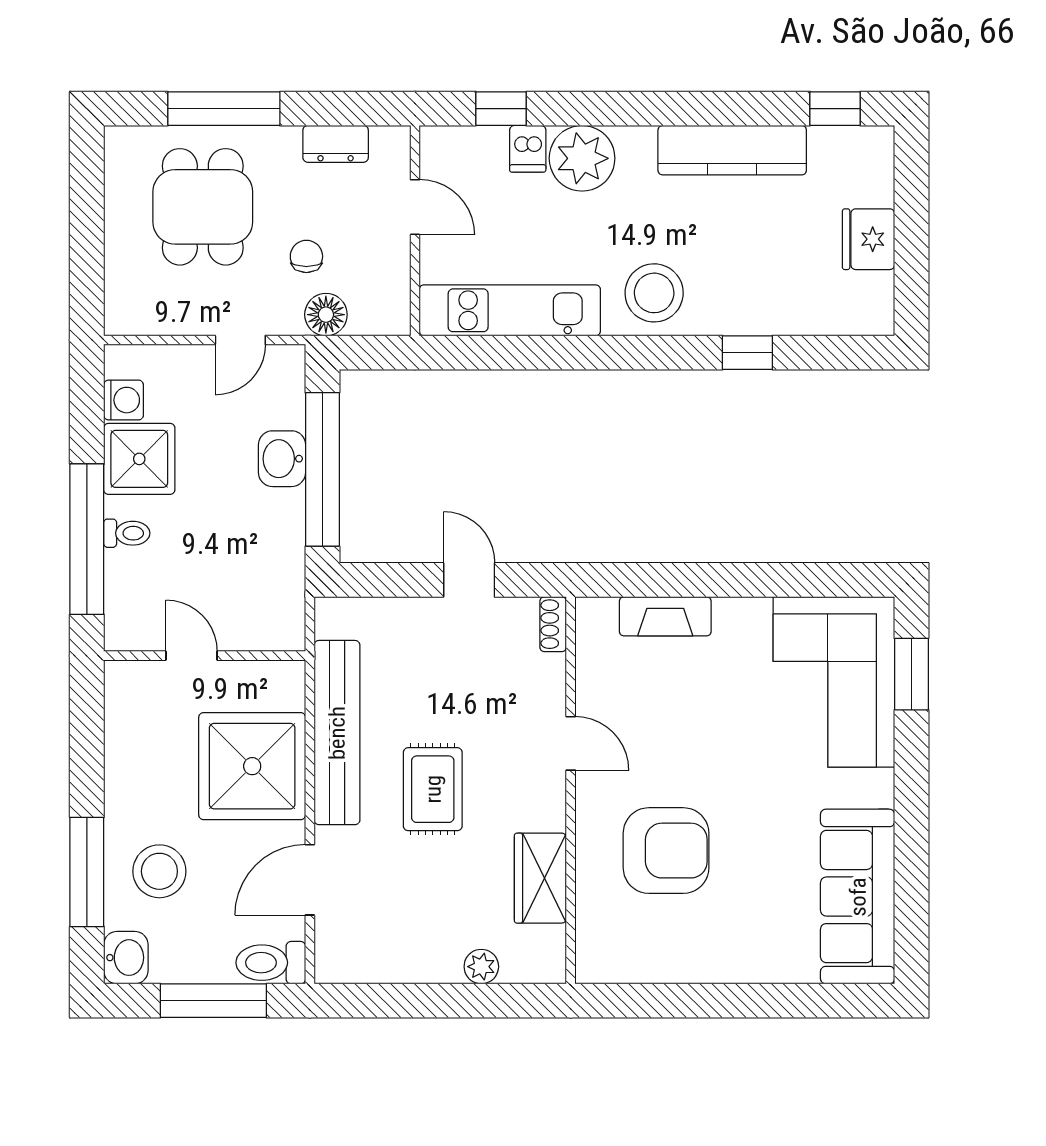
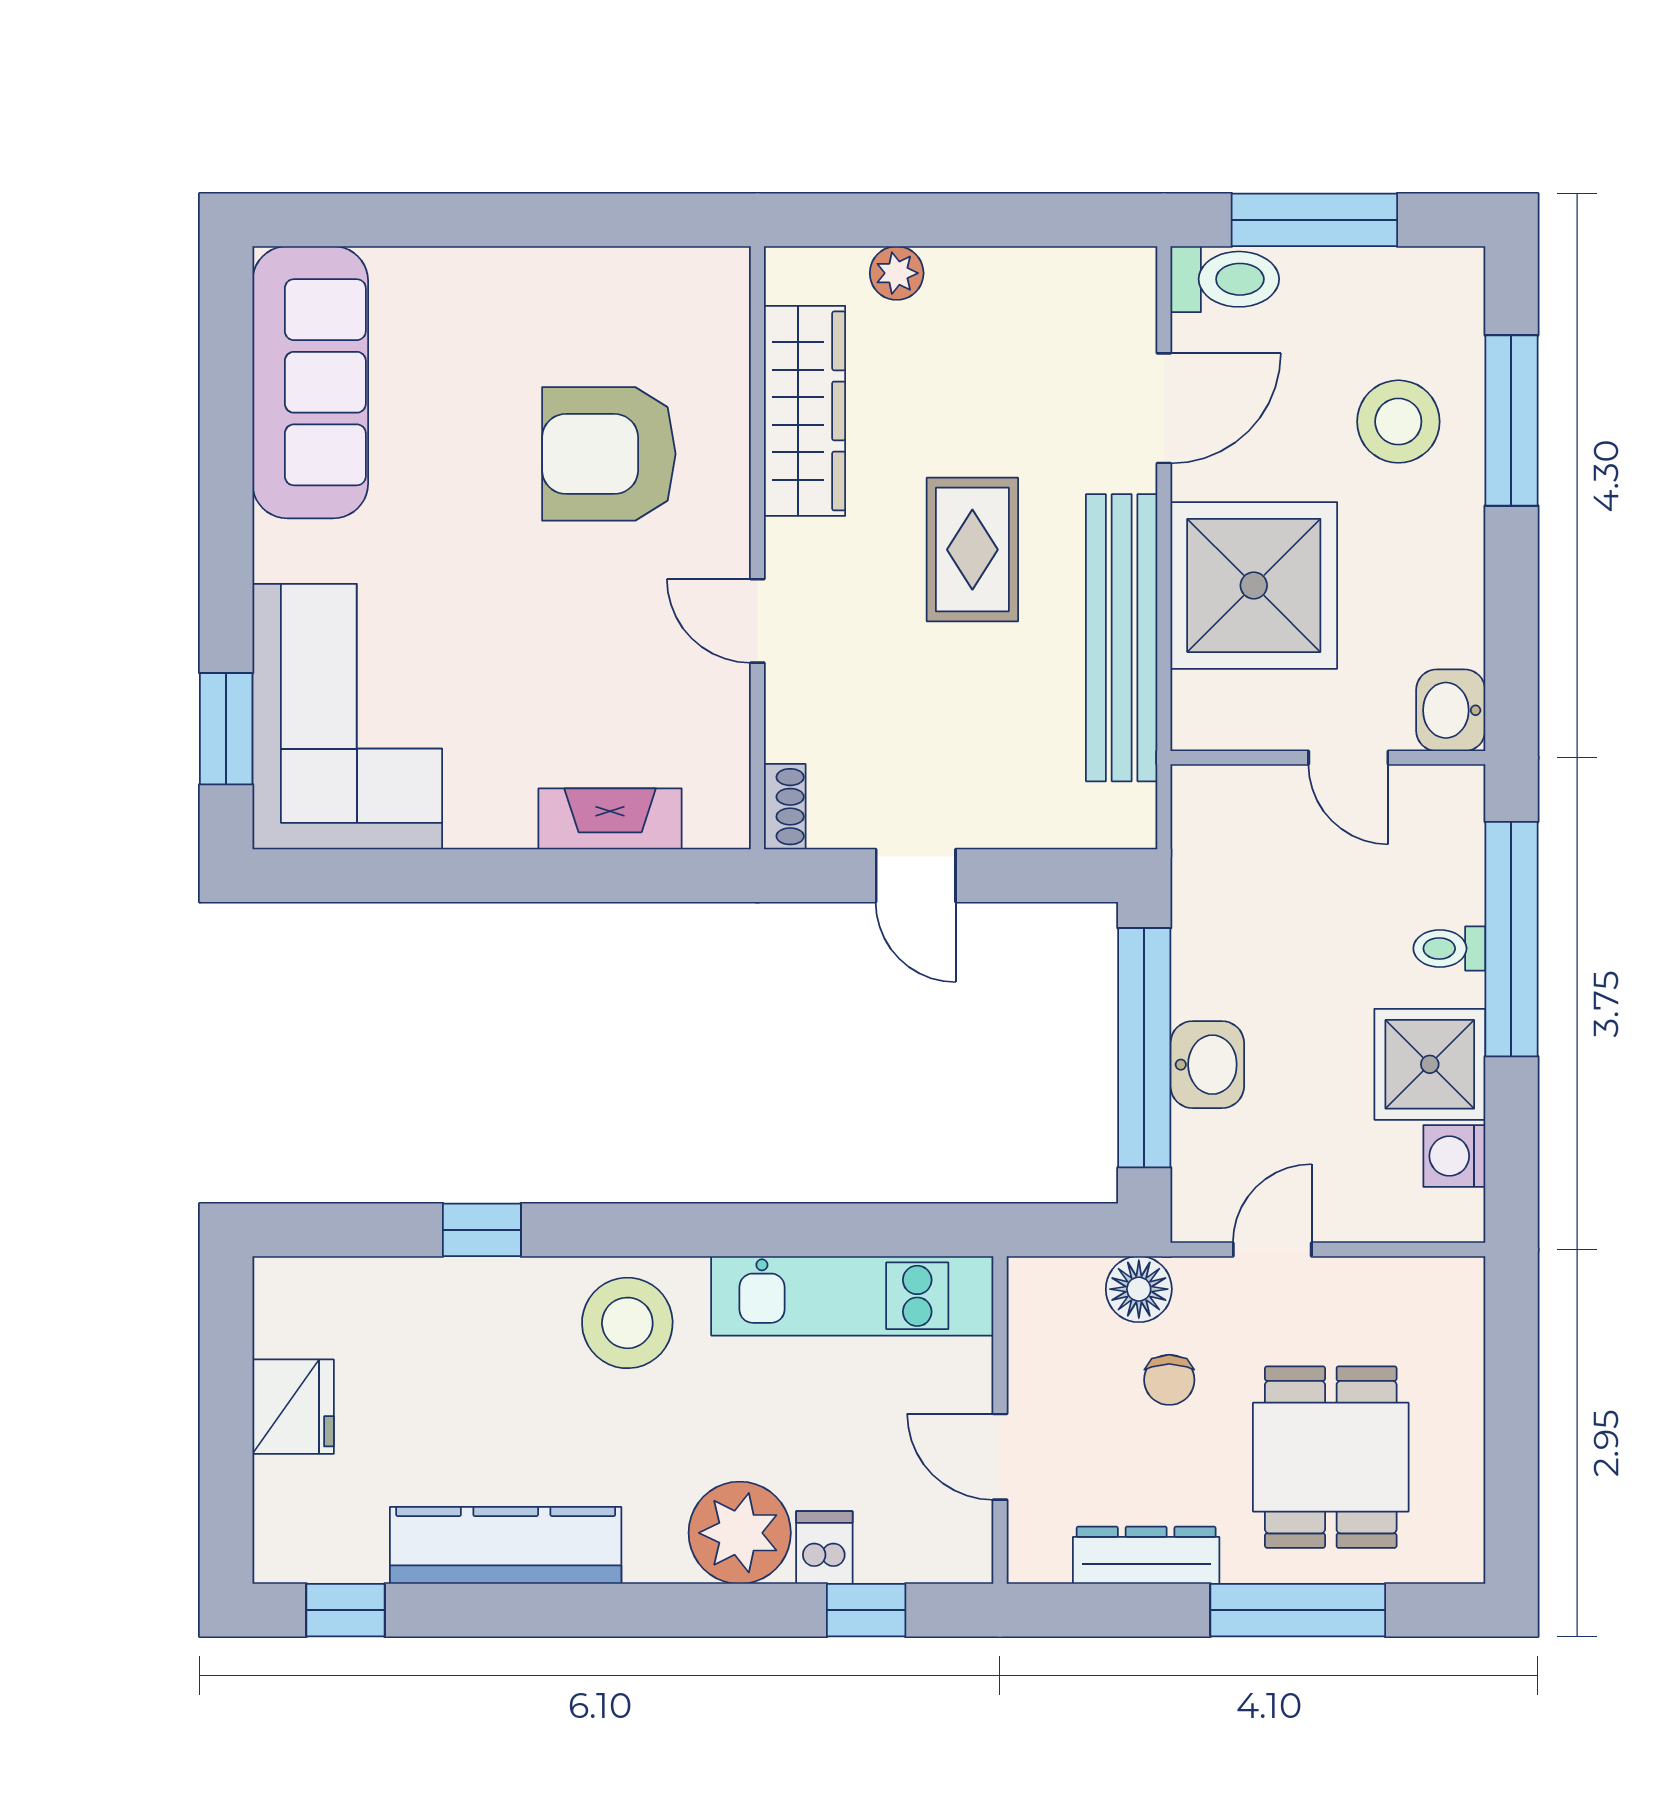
dresser: (336, 144) -> (1146, 1555), width x1.44
wardrobe: (540, 878) -> (805, 411), width x1.50
washbasin: (126, 958) -> (1451, 710), moved

